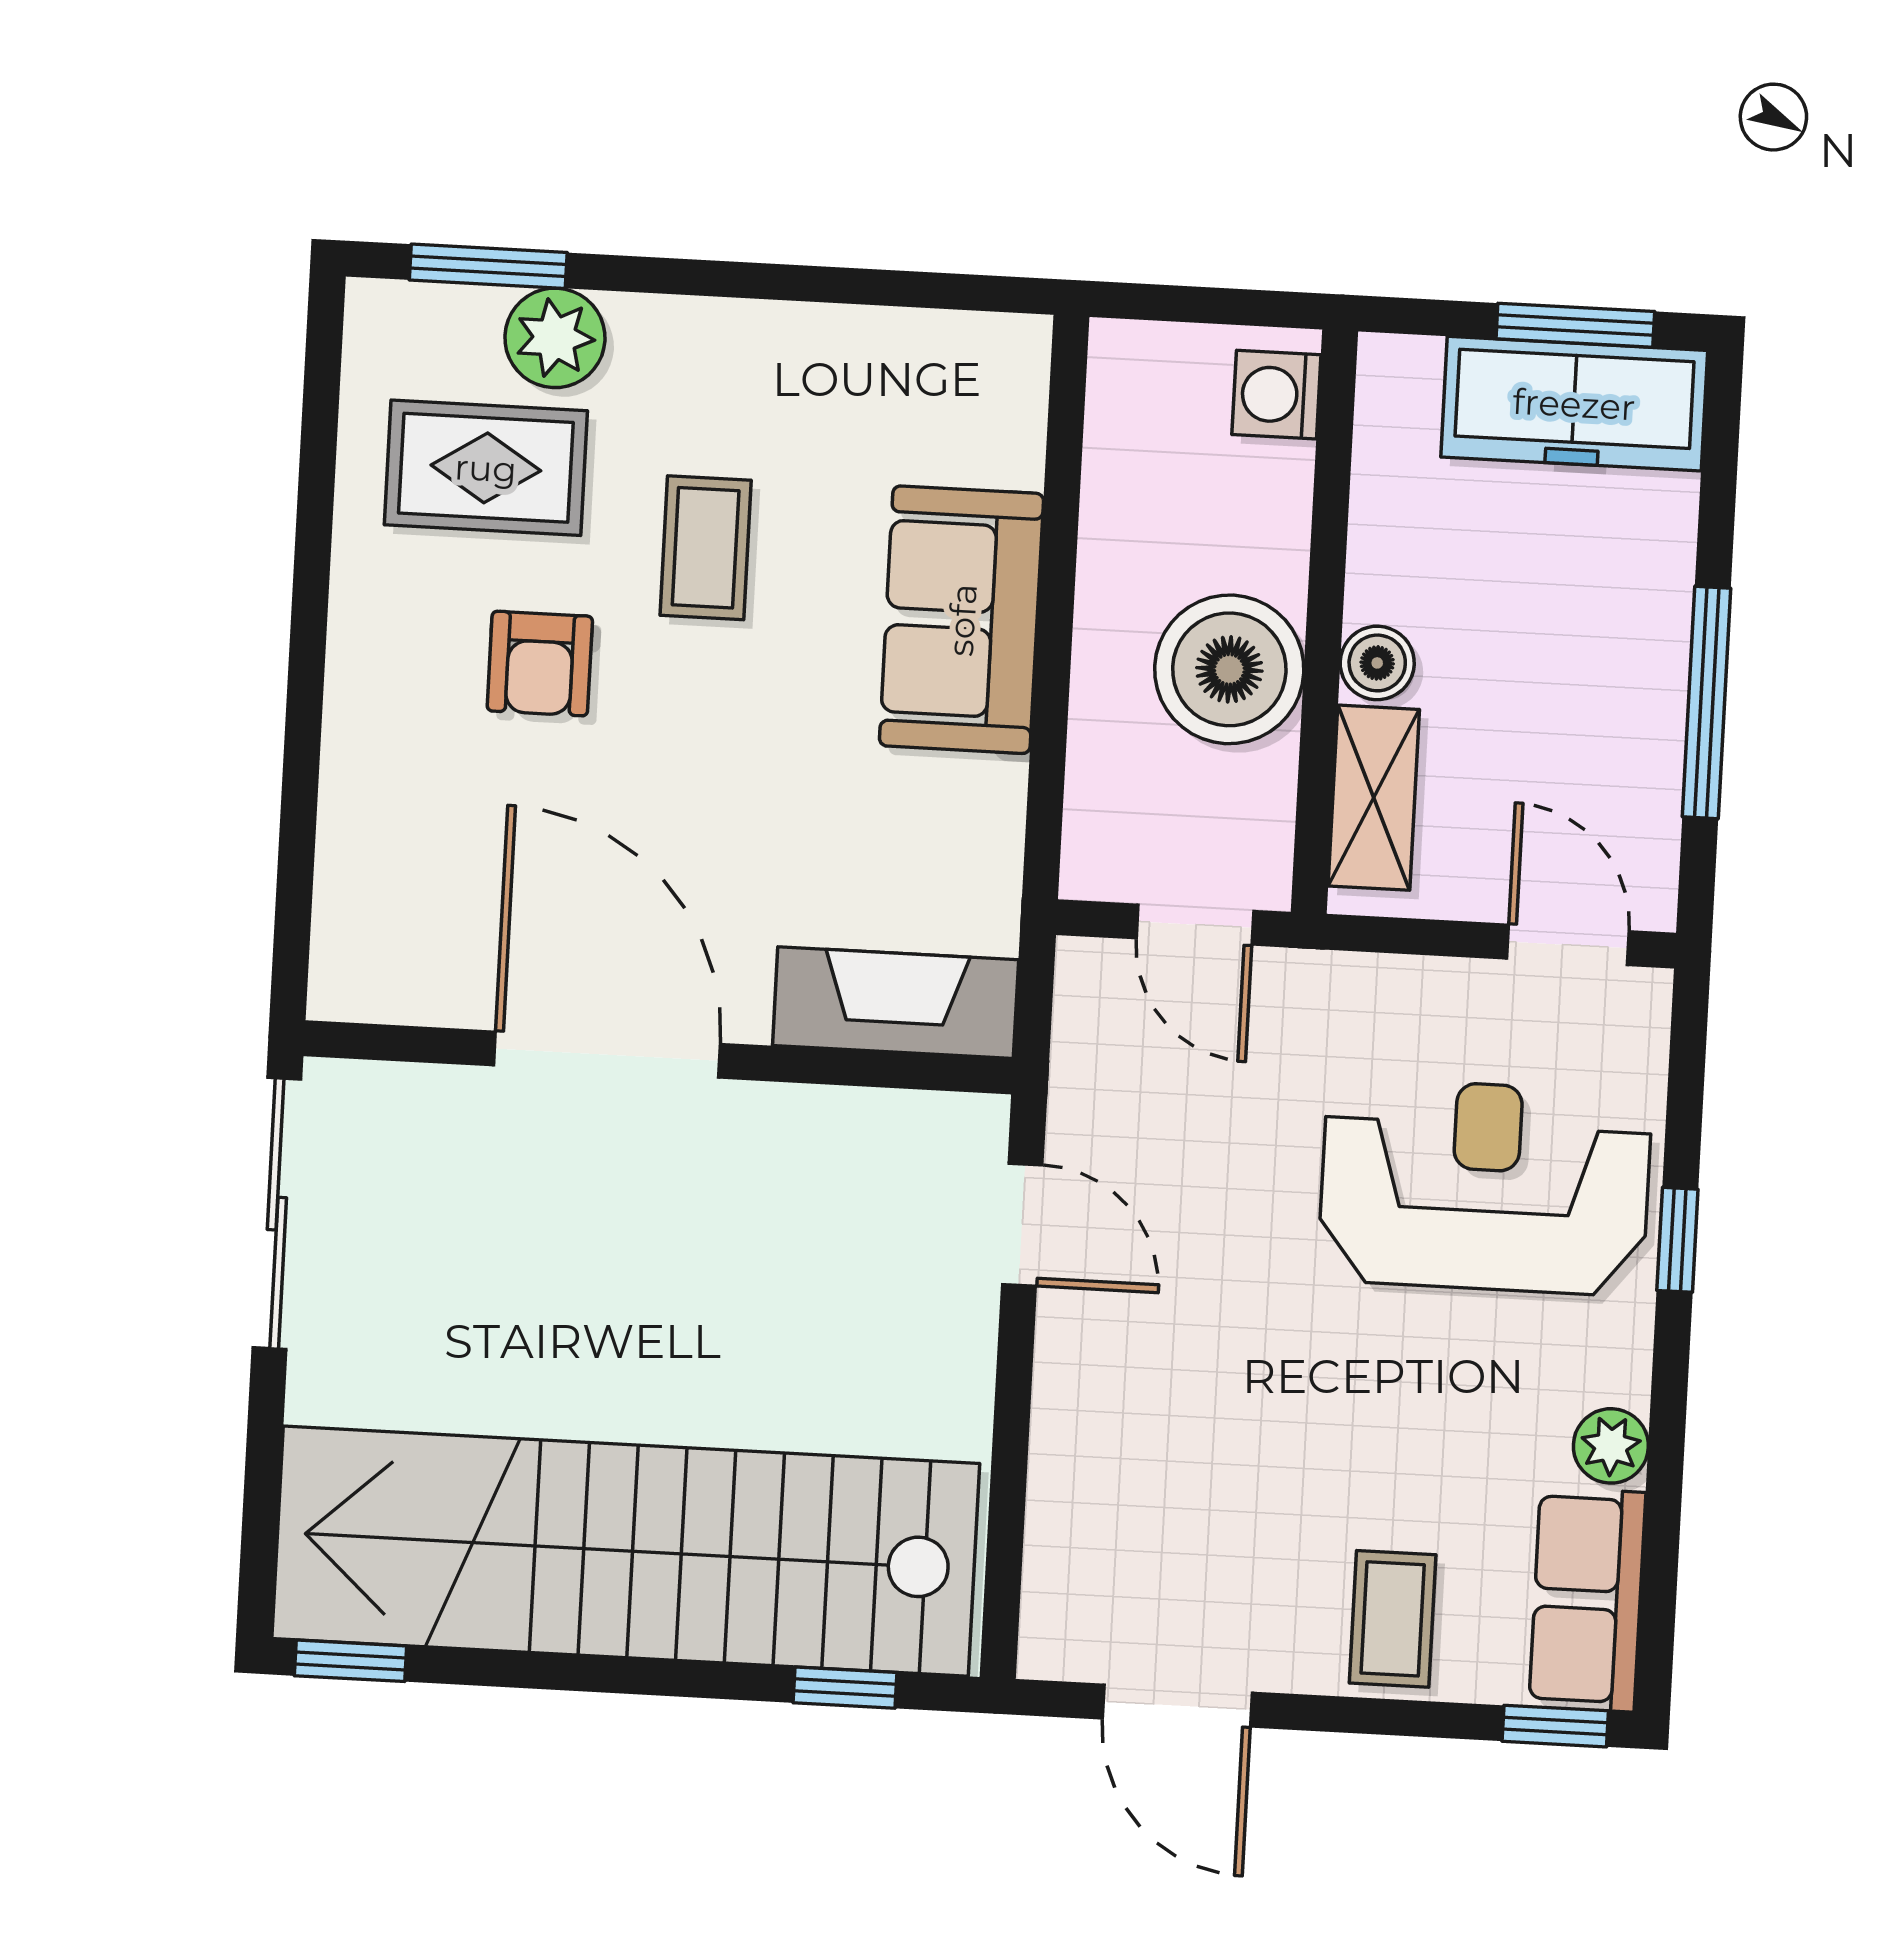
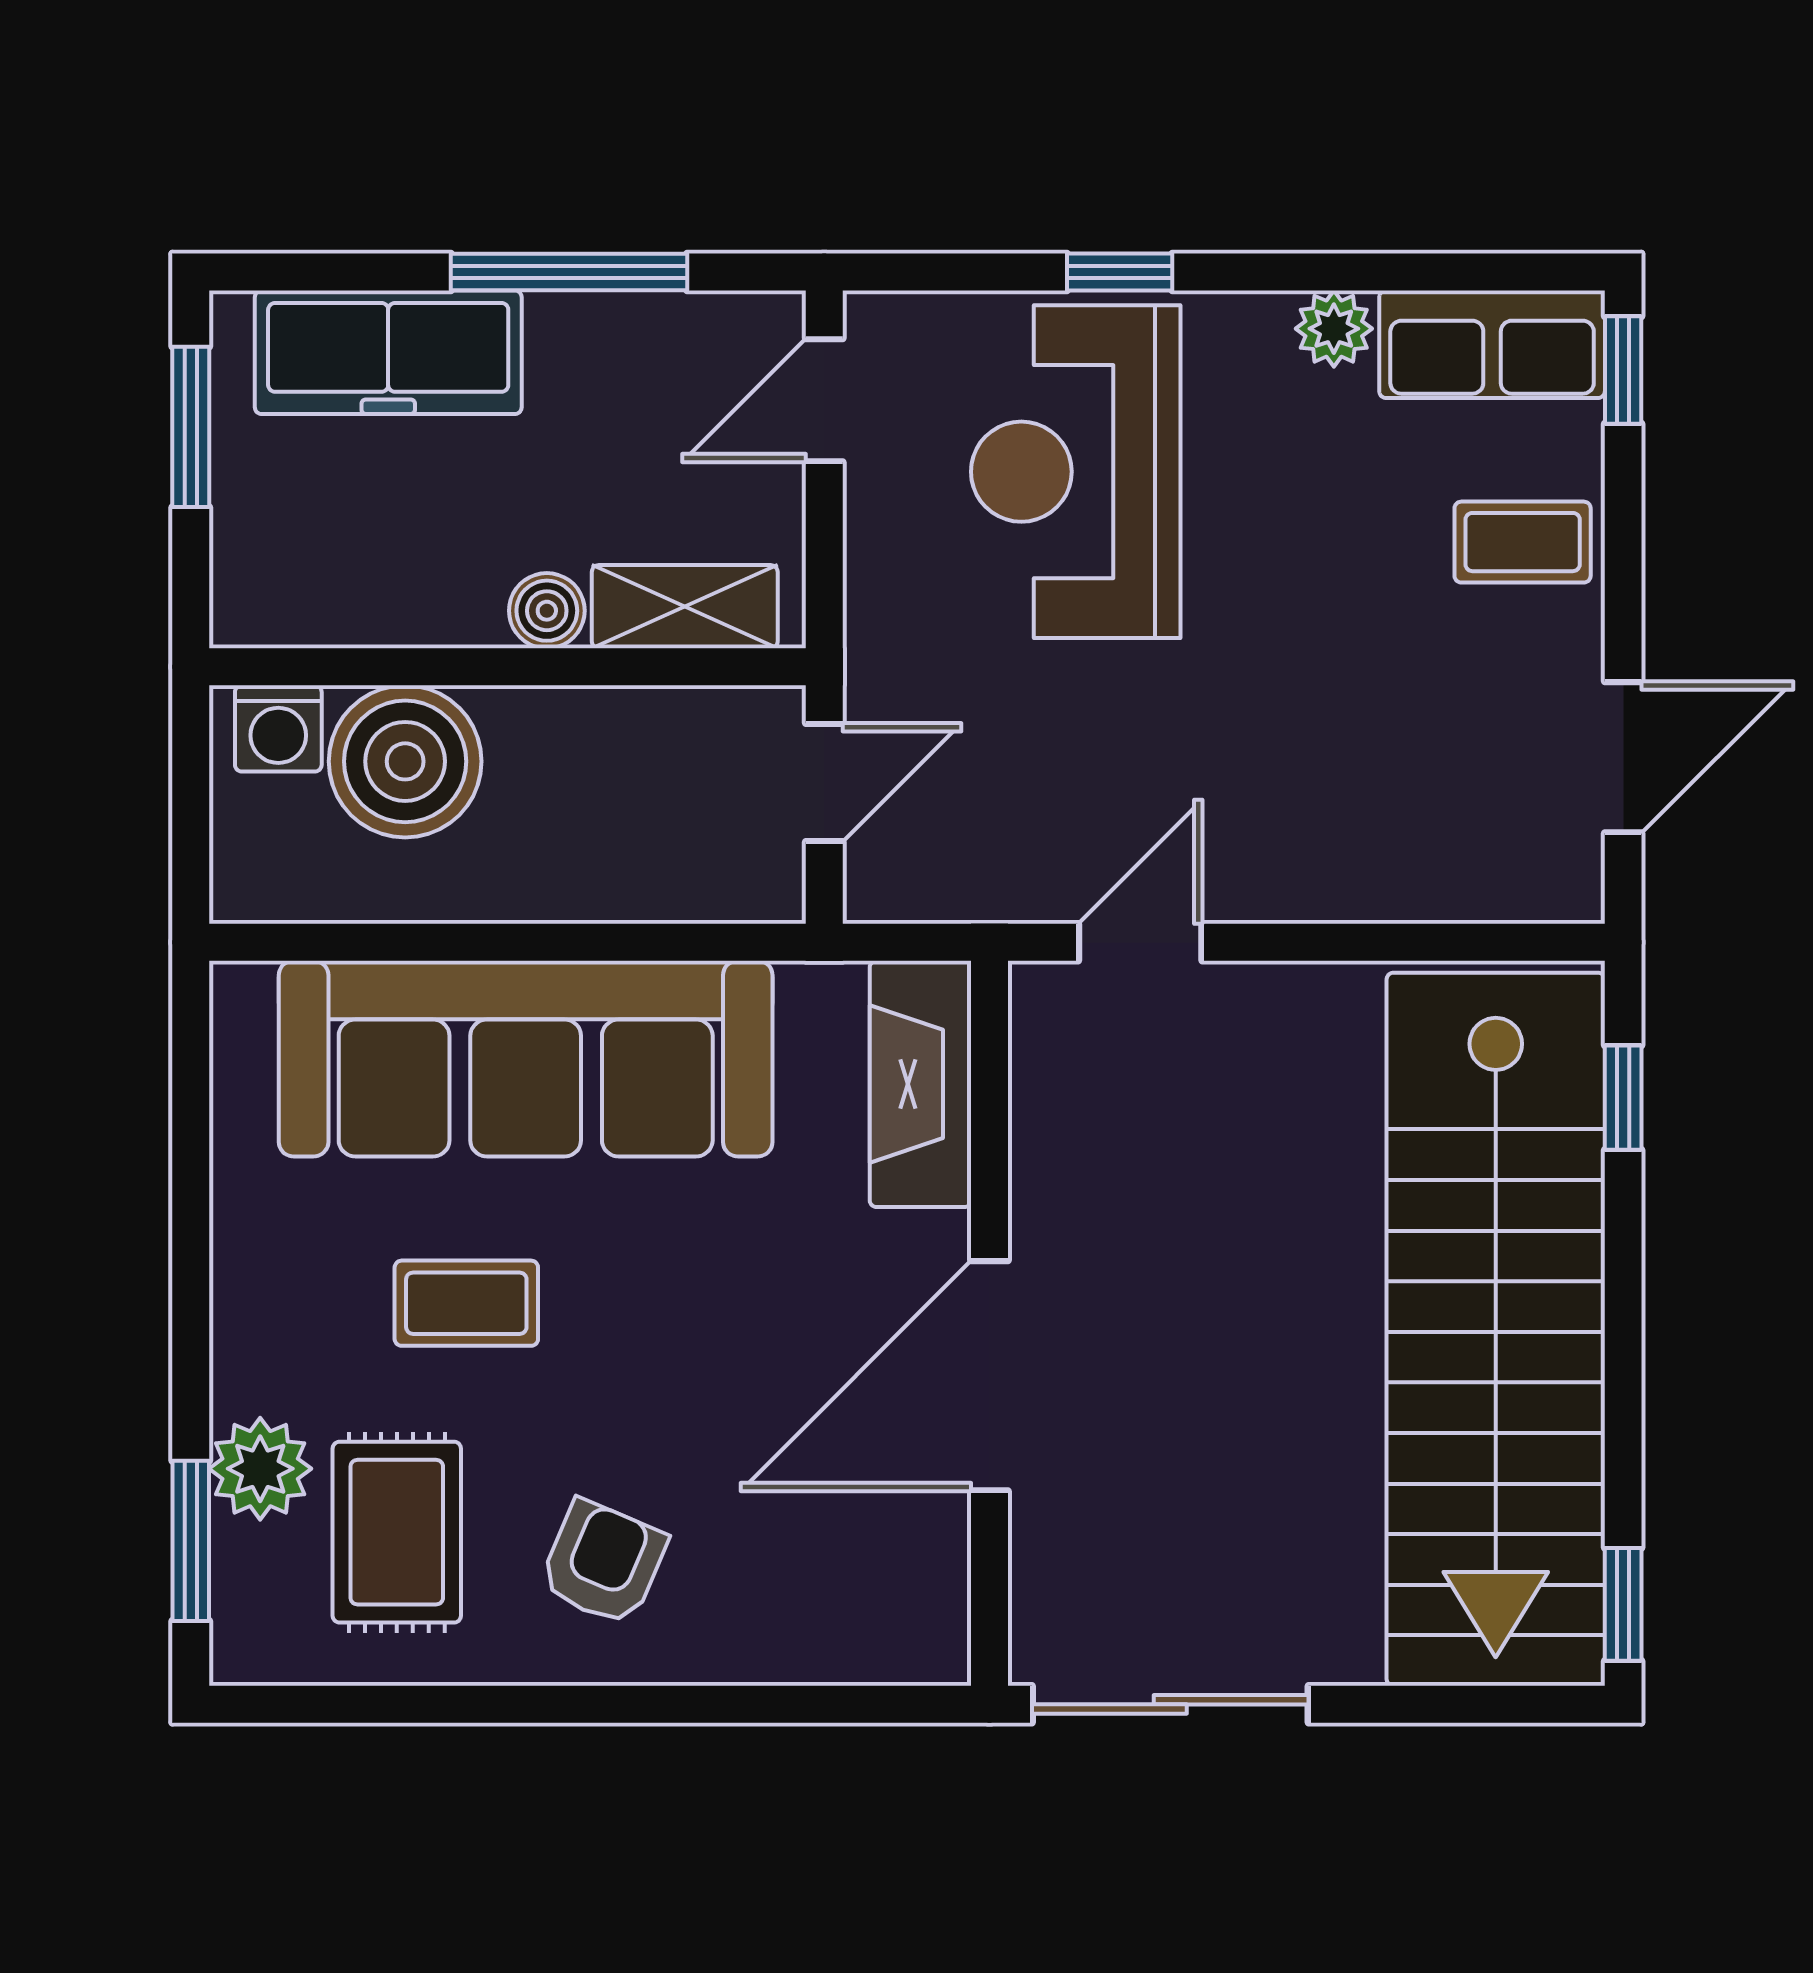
freezer: (1574, 404) -> (388, 352), moved, turned 90
sofa: (962, 620) -> (526, 1059), width x1.85, depth x1.27
armchair: (540, 664) -> (603, 1563), moved, turned -67
boiler: (1229, 669) -> (405, 761), moved

